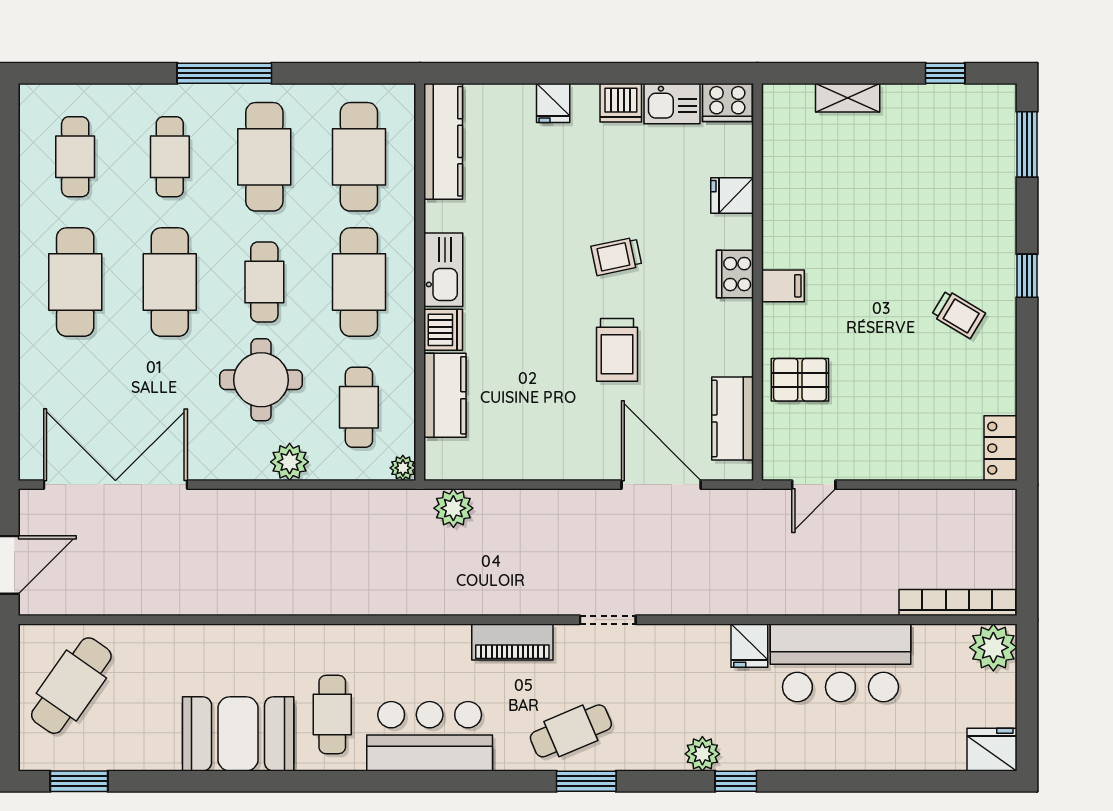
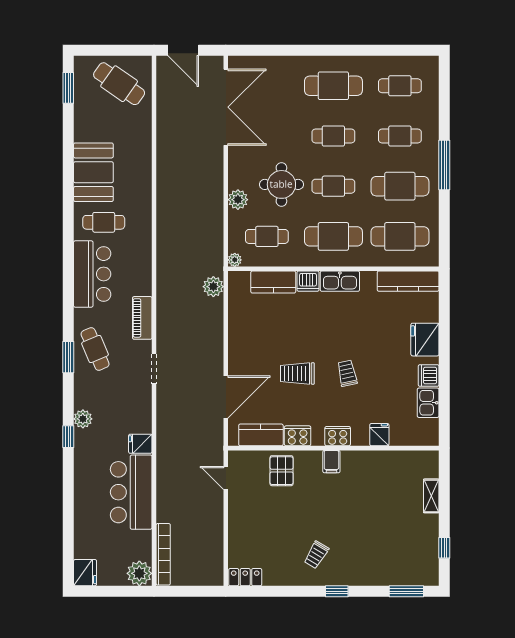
cooker: (727, 102) -> (298, 436), moved, turned 90
fridge: (553, 103) -> (425, 340), width x1.88, depth x1.34
cafe table: (170, 282) -> (333, 136), width x0.73, depth x0.74

